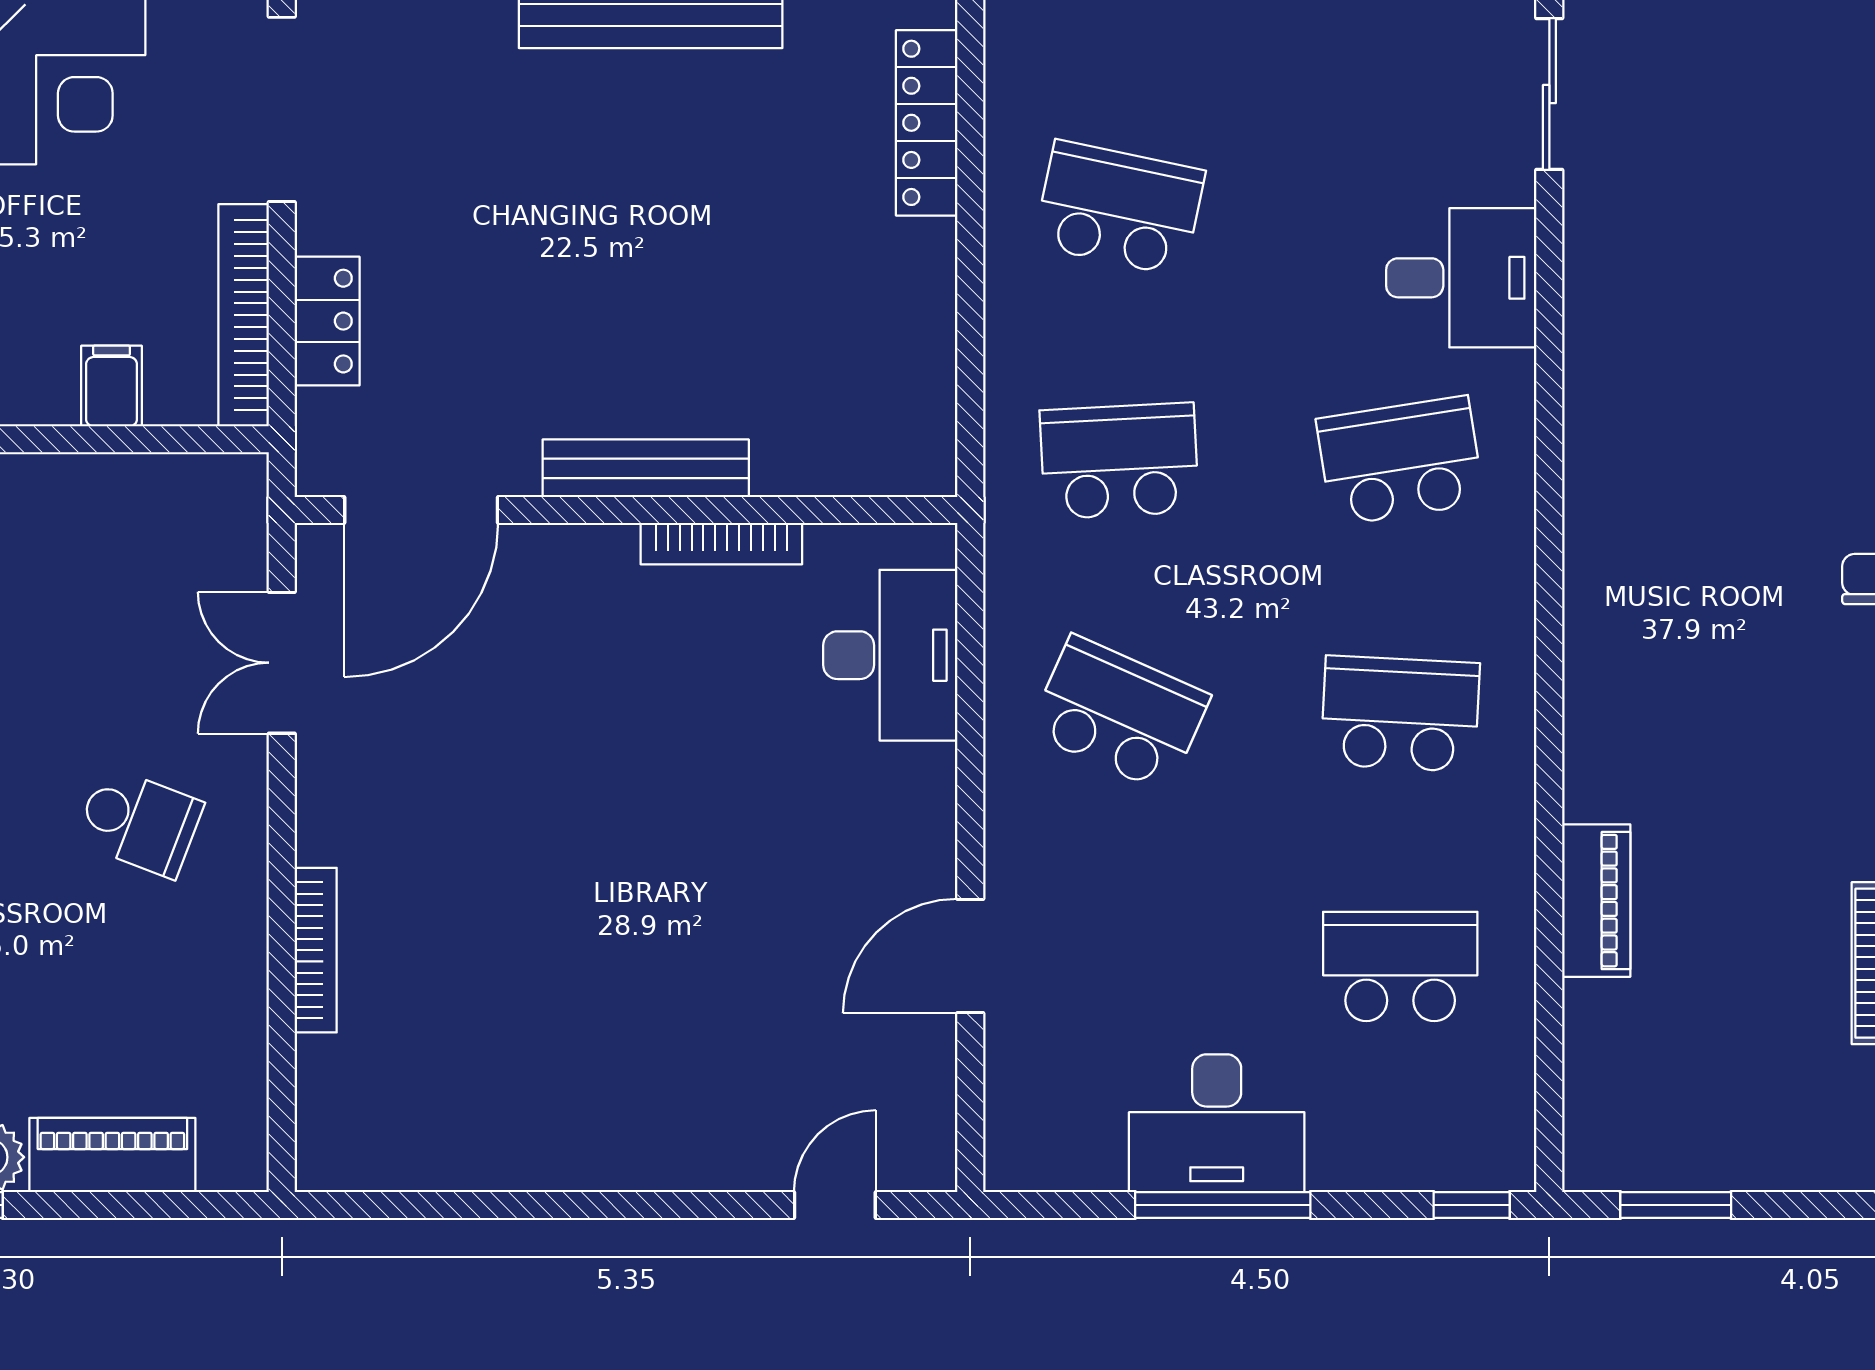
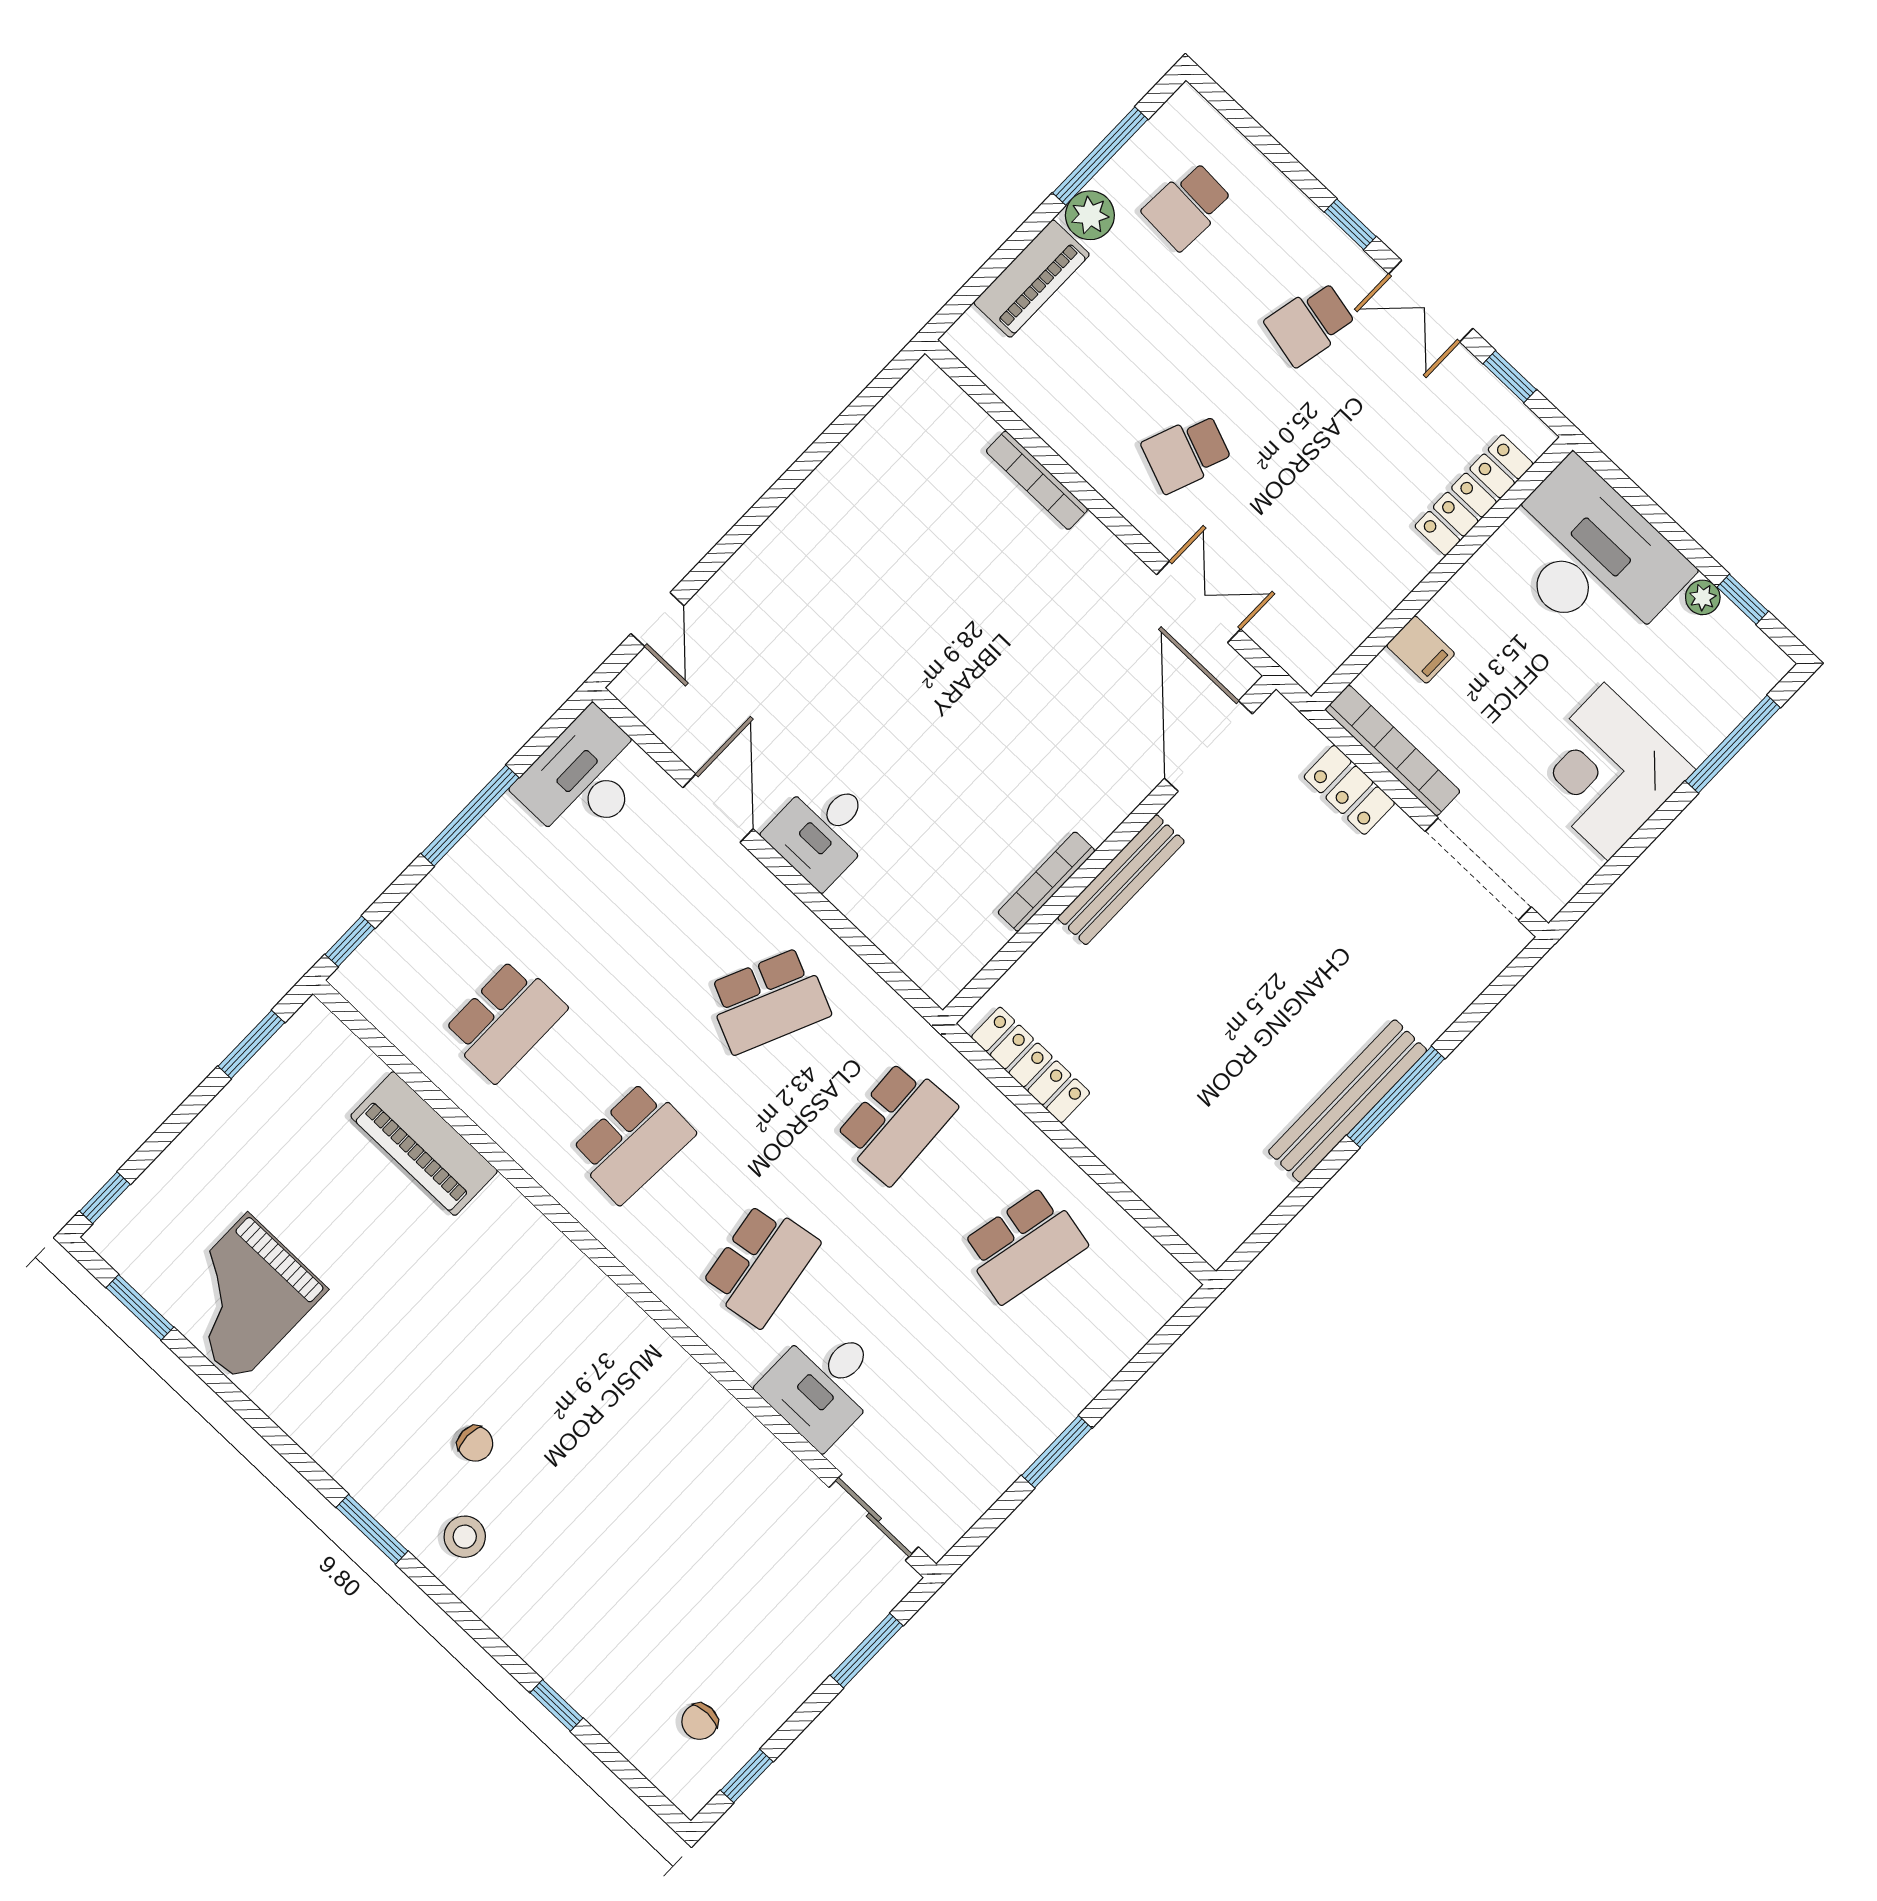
locker: (927, 123) -> (1031, 1065), moved
desk: (890, 655) -> (822, 831), moved, width x0.73
piano: (1596, 901) -> (424, 1144), width x1.37, depth x1.33
desk: (1217, 1123) -> (585, 778), moved

